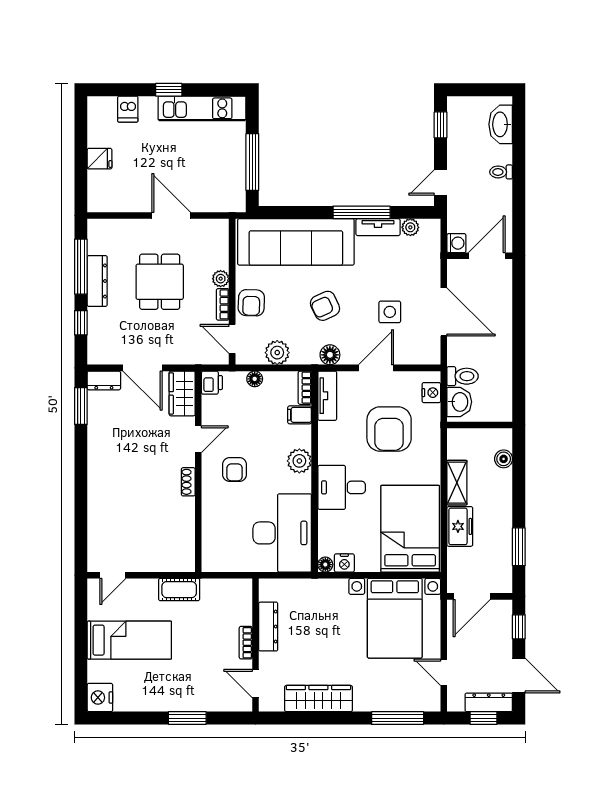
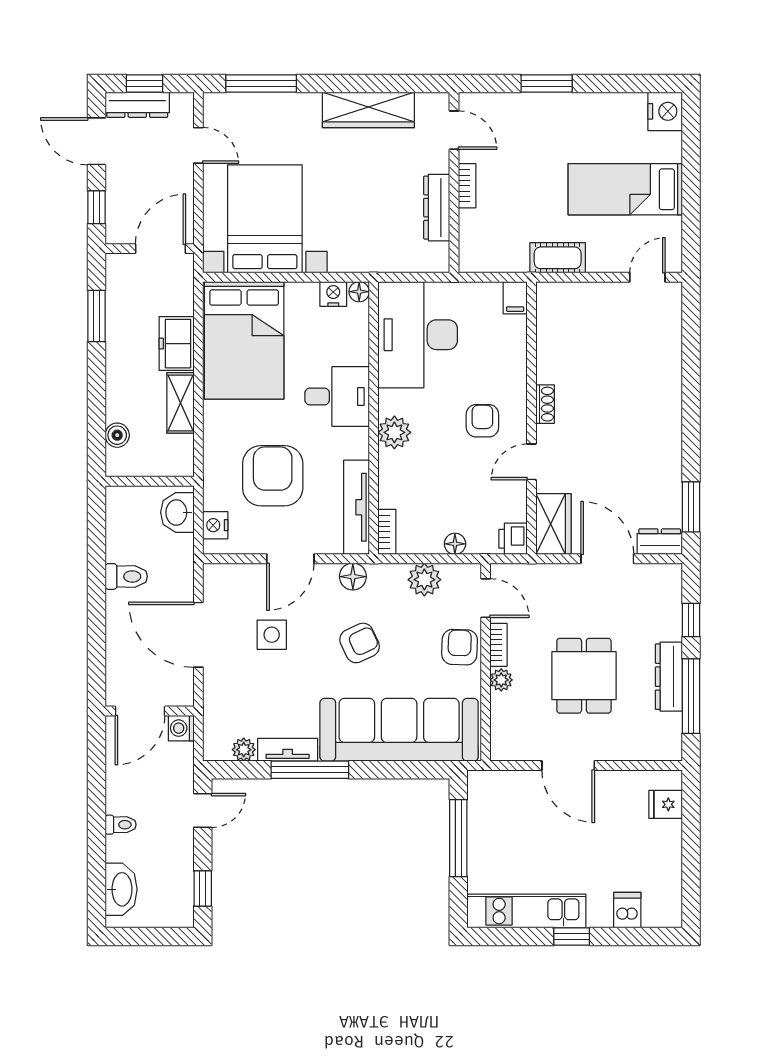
fridge: (100, 159) -> (666, 804), moved
toilet: (463, 376) -> (126, 576), moved, turned 180
tv unit: (327, 396) -> (356, 507), width x1.41
filing cabinet: (300, 415) -> (515, 298), moved, turned 90

